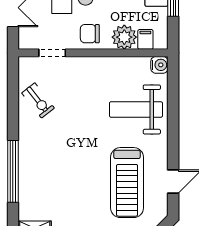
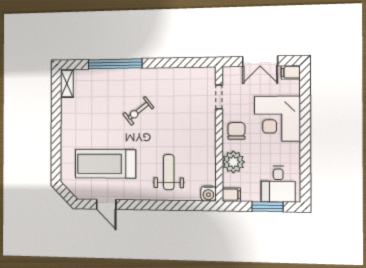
filing cabinet: (145, 39) -> (231, 195), moved
exercise bike: (38, 100) -> (138, 111), moved
weight bench: (136, 109) -> (169, 172), width x0.73, depth x0.75

